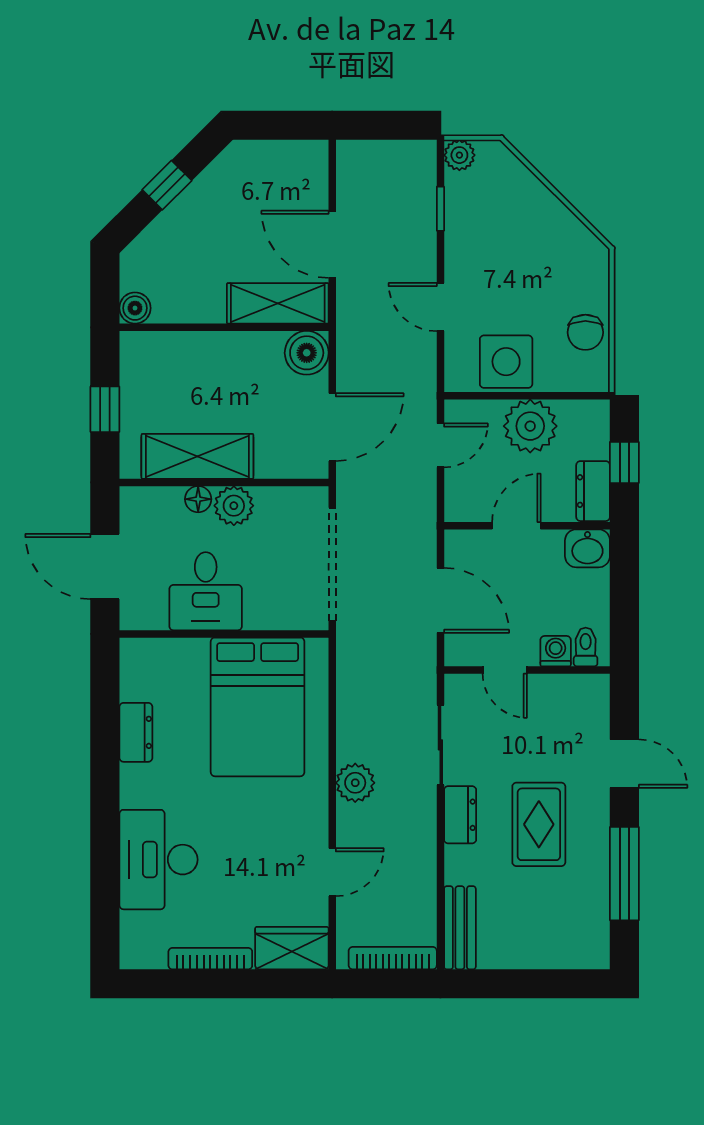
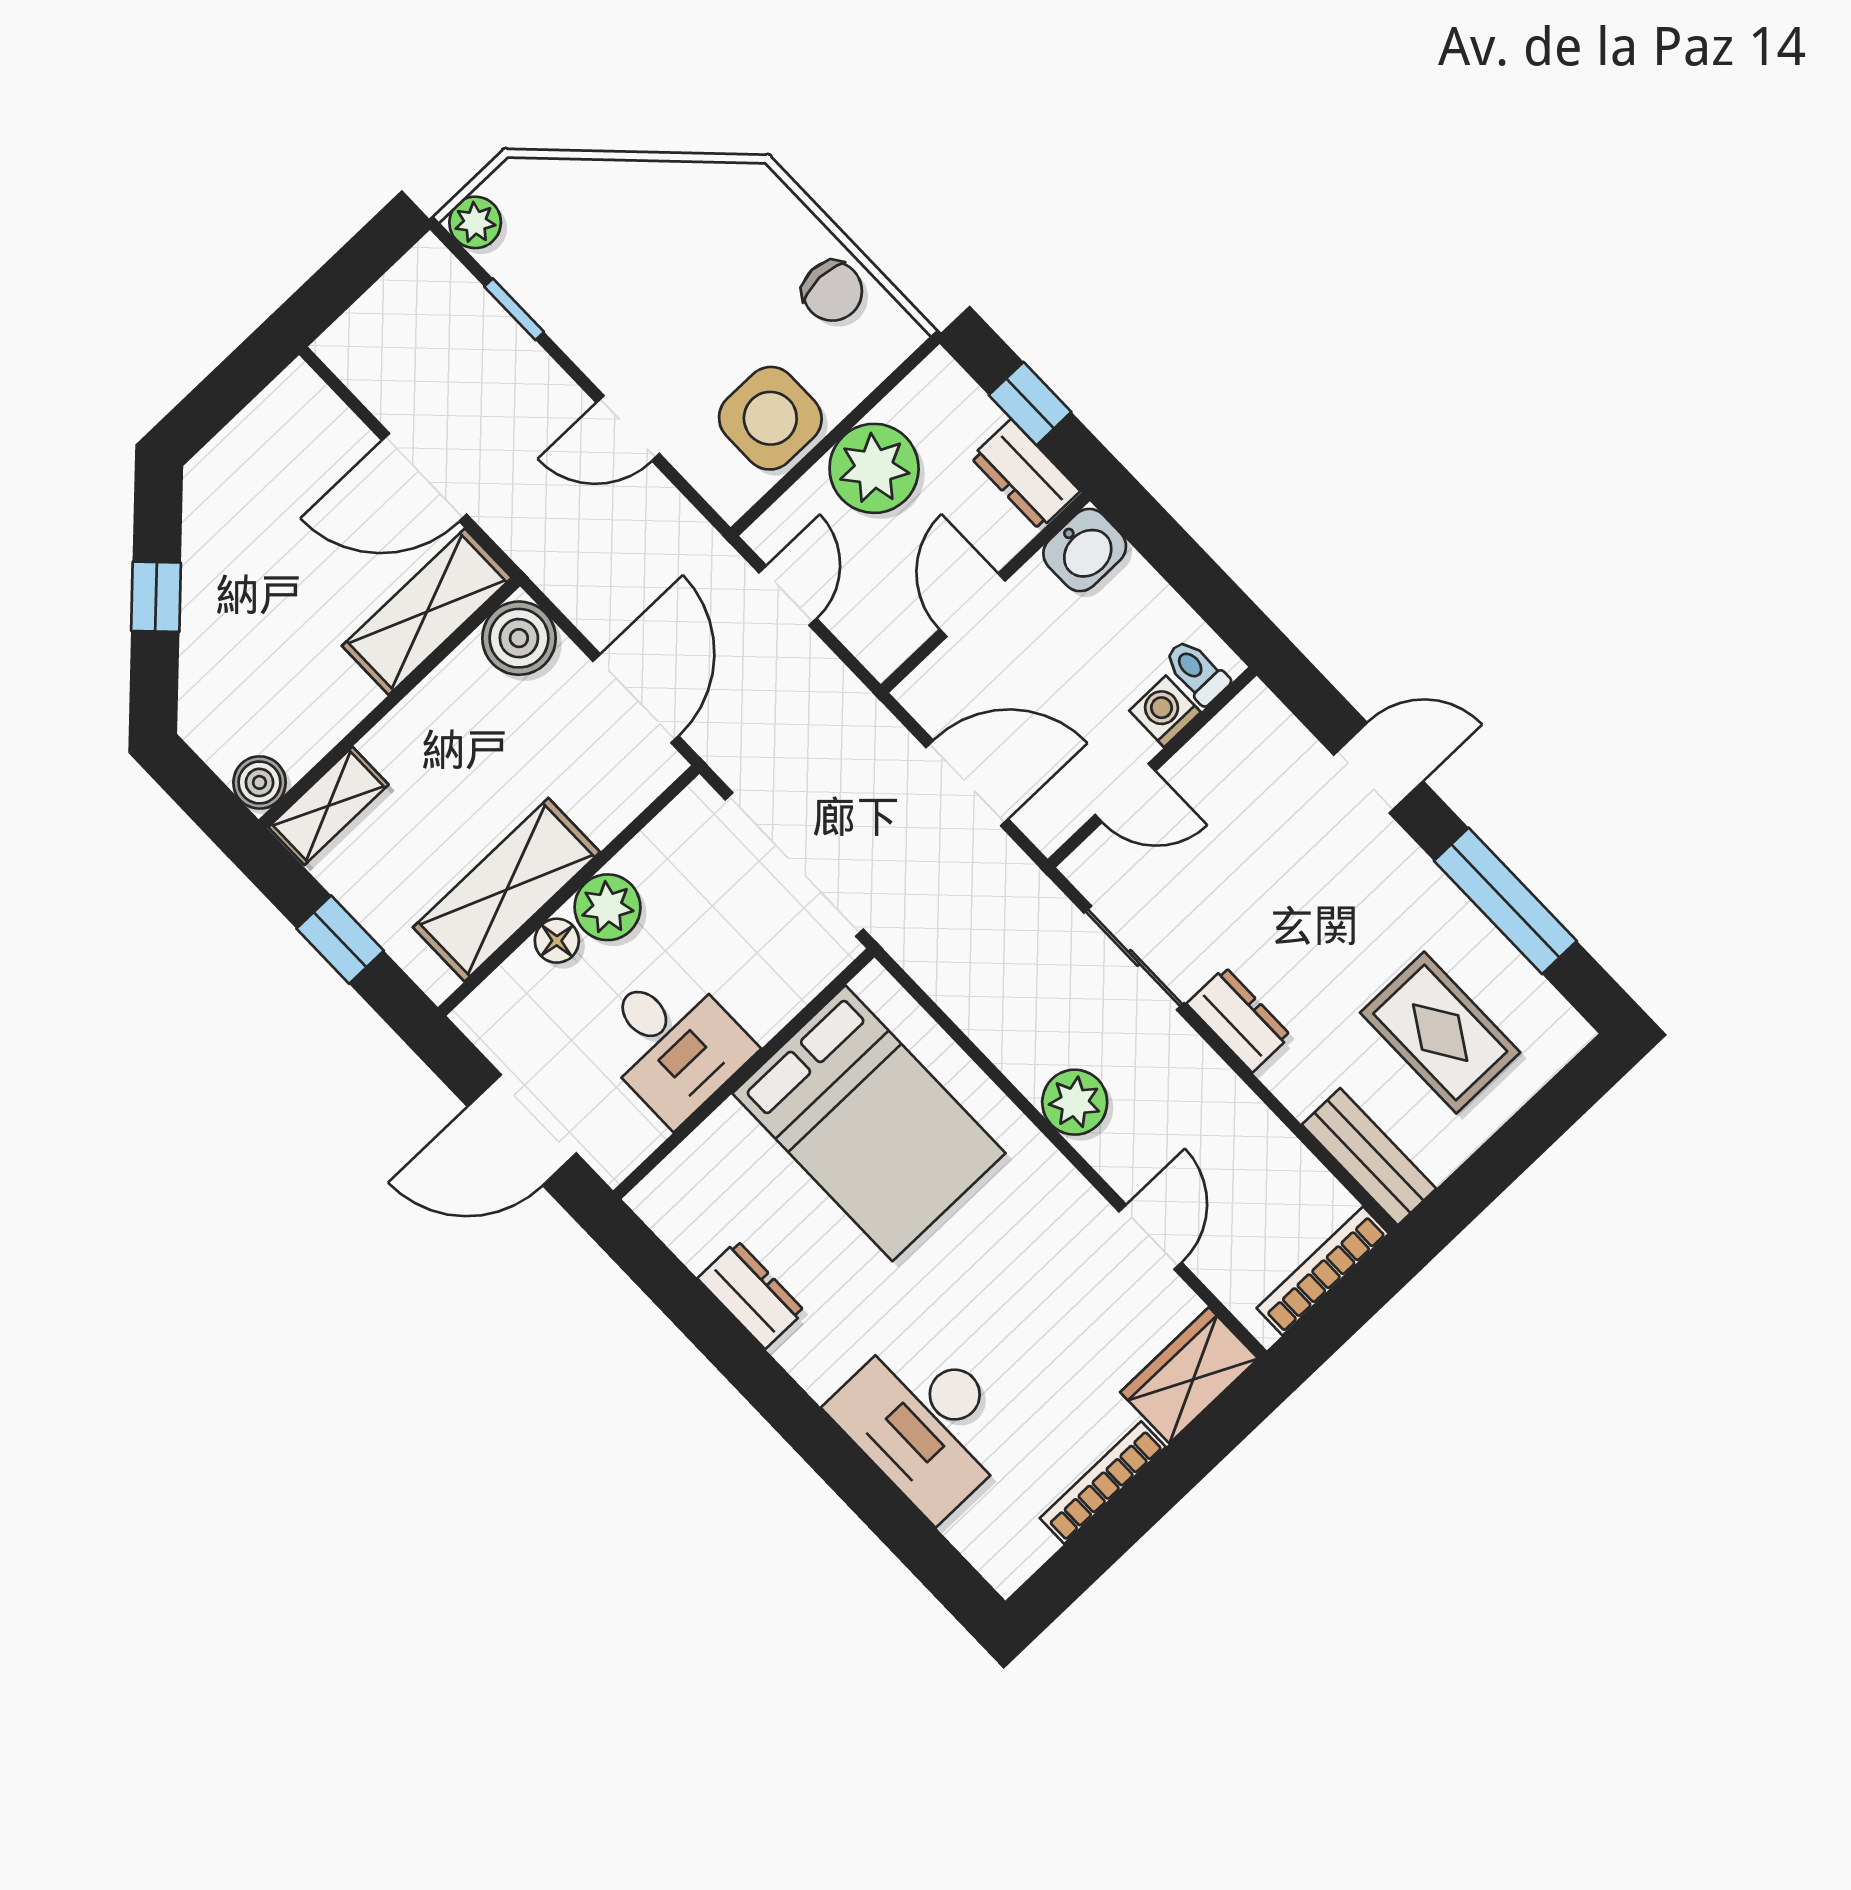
shelving: (155, 347) -> (328, 806), added
rug: (539, 824) -> (1440, 1033), moved

